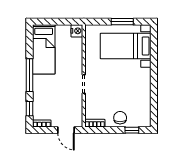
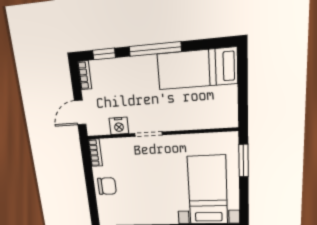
window: (122, 22) -> (243, 161), moved
nightstand: (77, 31) -> (119, 126), moved
window: (132, 130) -> (93, 202), removed

